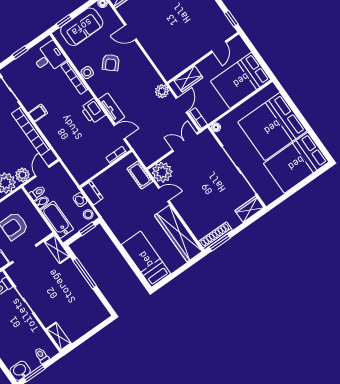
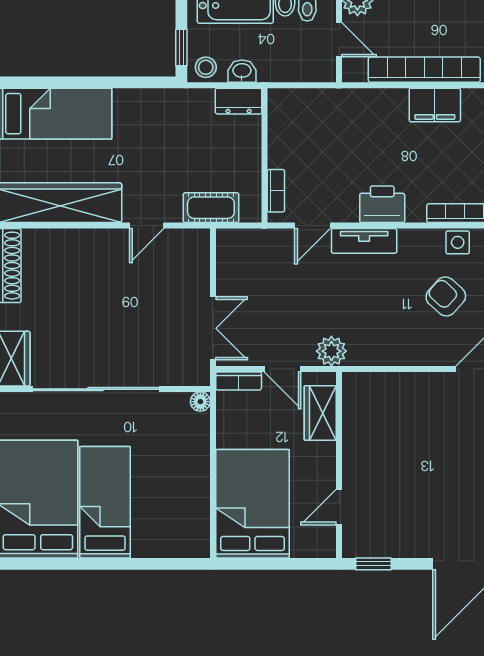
door: (219, 47) -> (339, 507), hinge flipped
filing cabinet: (38, 113) -> (435, 105), width x2.00
bed: (272, 127) -> (105, 502), width x0.49
plant: (162, 172) -> (188, 250), removed

